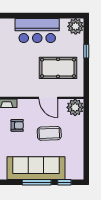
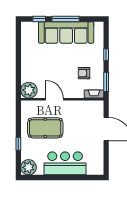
coffee table: (49, 133) -> (54, 65), removed

